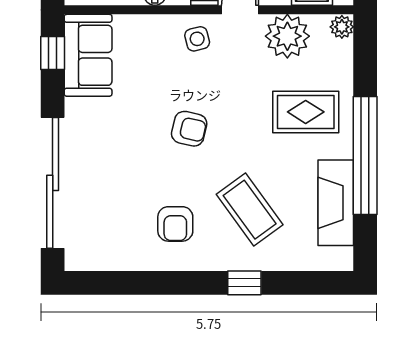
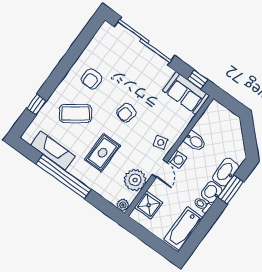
rug: (306, 112) -> (102, 153), moved
armchair: (175, 224) -> (92, 79), turned -90
window: (244, 283) -> (36, 104), moved

